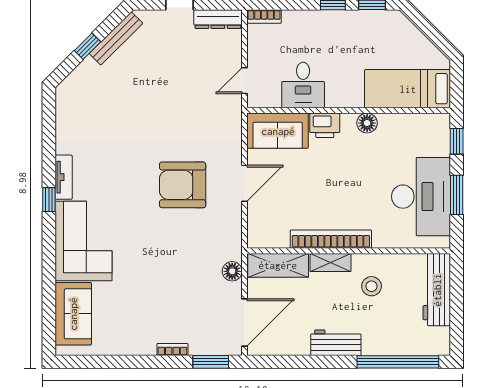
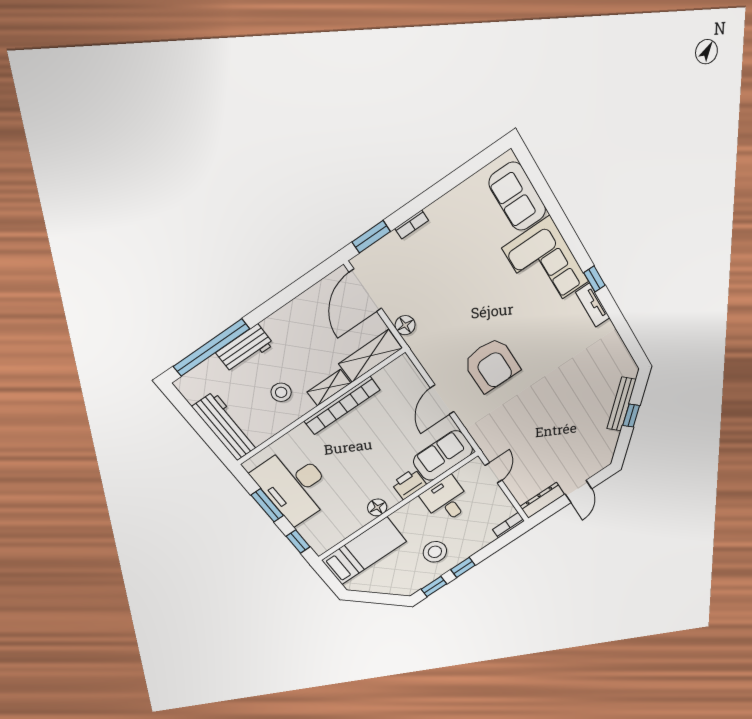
bench: (116, 38) -> (622, 404), moved
stool: (347, 40) -> (435, 552), added
armchair: (183, 185) -> (492, 365), turned 90
workbench: (336, 343) -> (245, 349), moved

